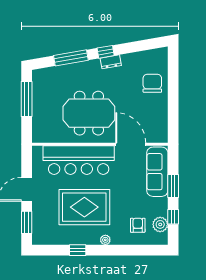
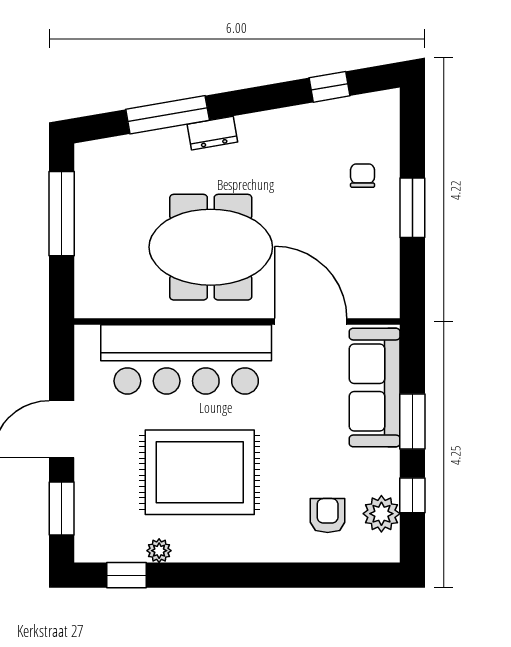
window: (106, 52) -> (330, 87), moved
dresser: (111, 62) -> (212, 133), moved
chair: (152, 83) -> (363, 176), width x0.54, depth x0.54
window: (173, 97) -> (412, 208), added
plant: (105, 240) -> (159, 551), moved
window: (78, 250) -> (127, 575), moved

